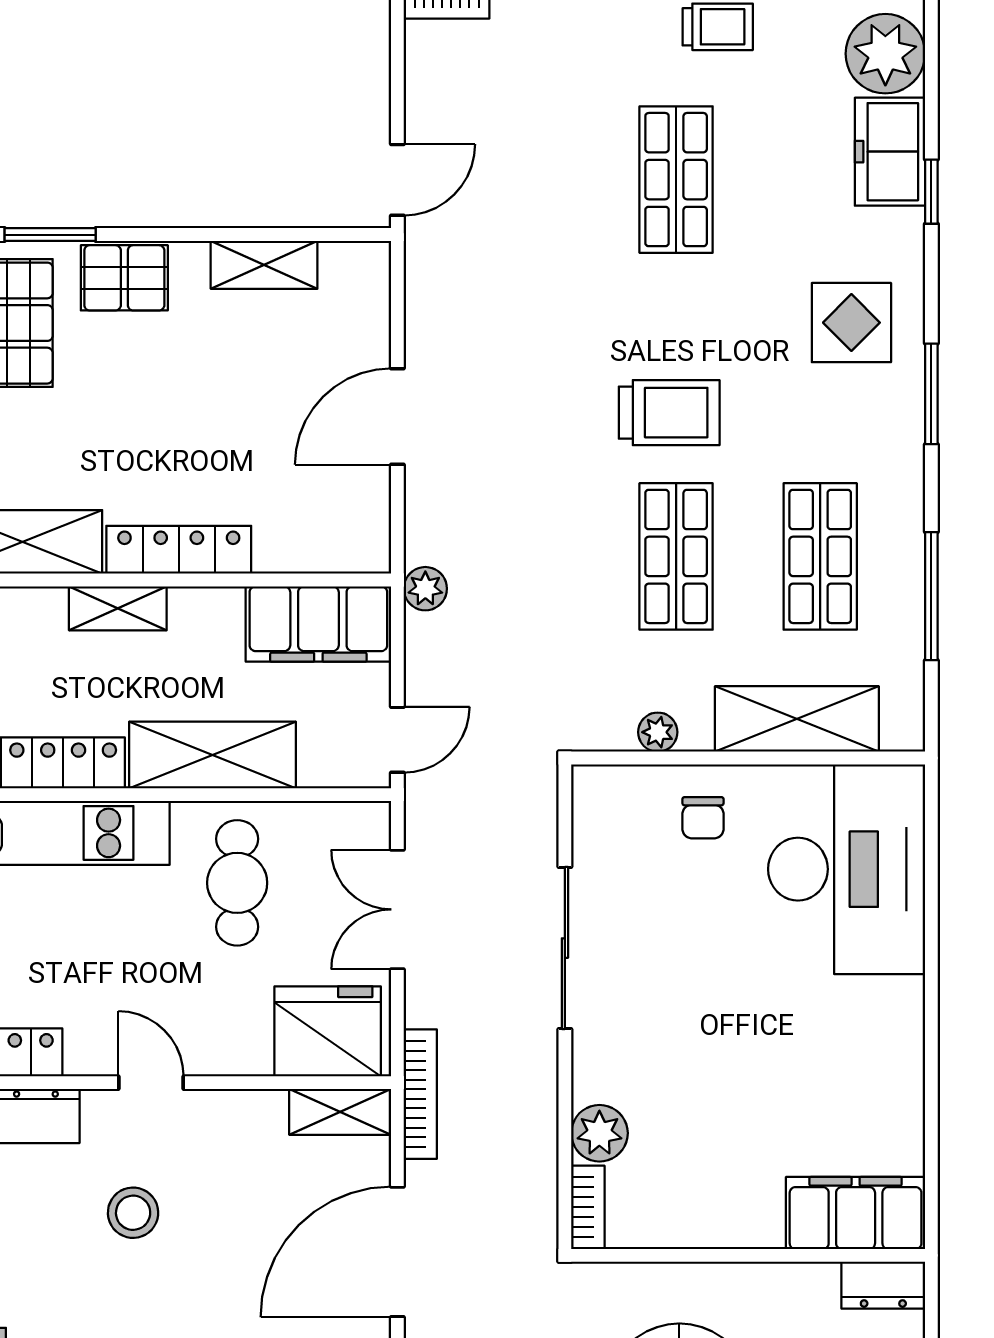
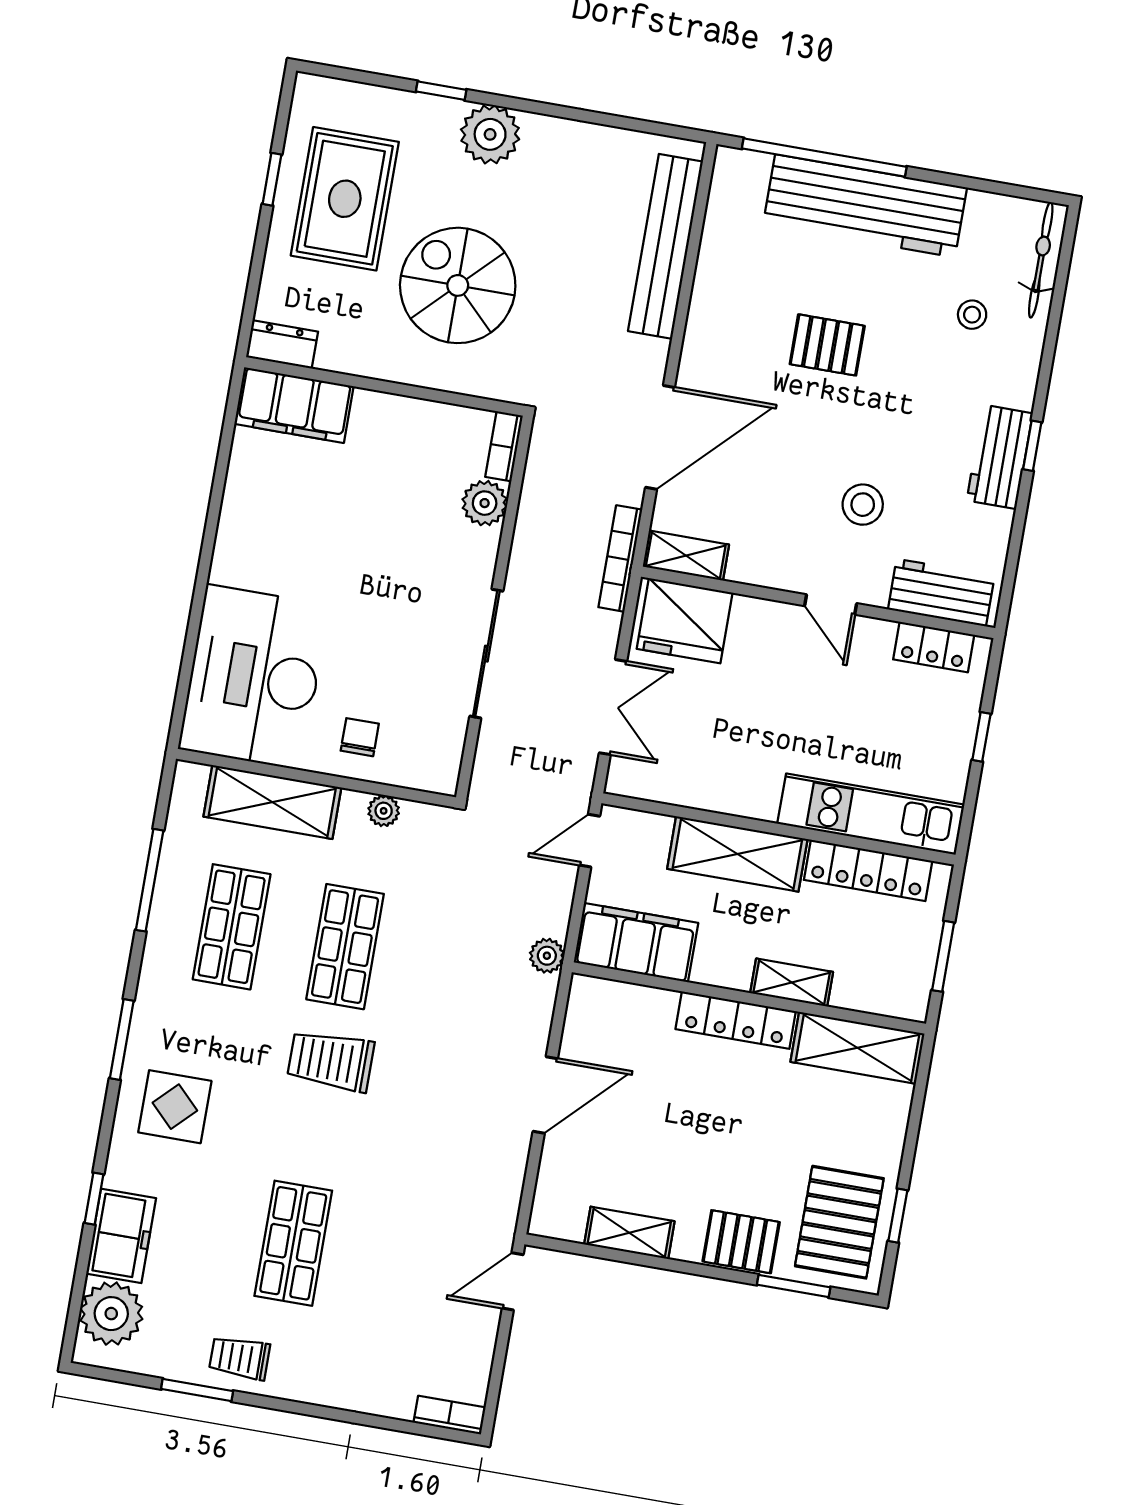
cafe table: (237, 883) -> (735, 750), removed

